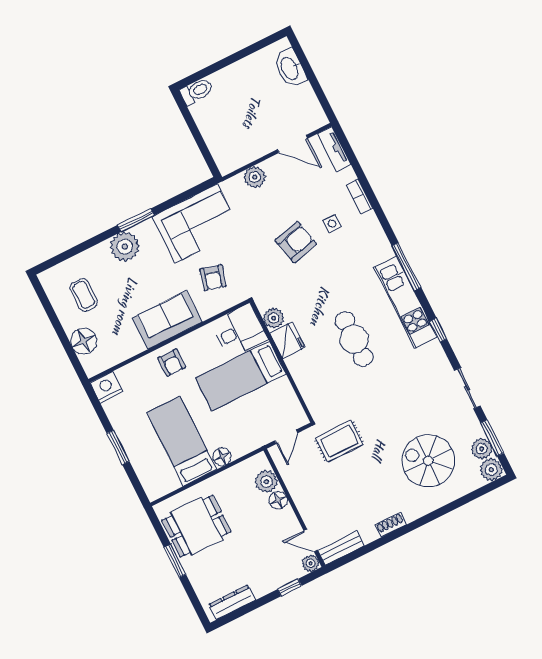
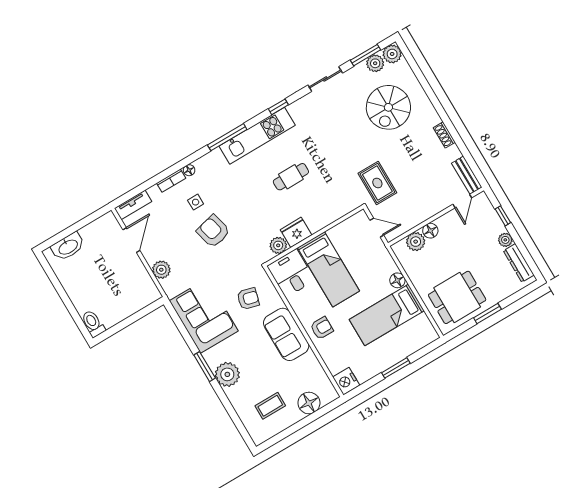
floor lamp: (370, 219) -> (189, 170), added
cafe table: (354, 339) -> (291, 177), width x0.73, depth x0.74
dining table: (196, 526) -> (457, 297), turned 90
plant: (311, 563) -> (505, 240), moved

